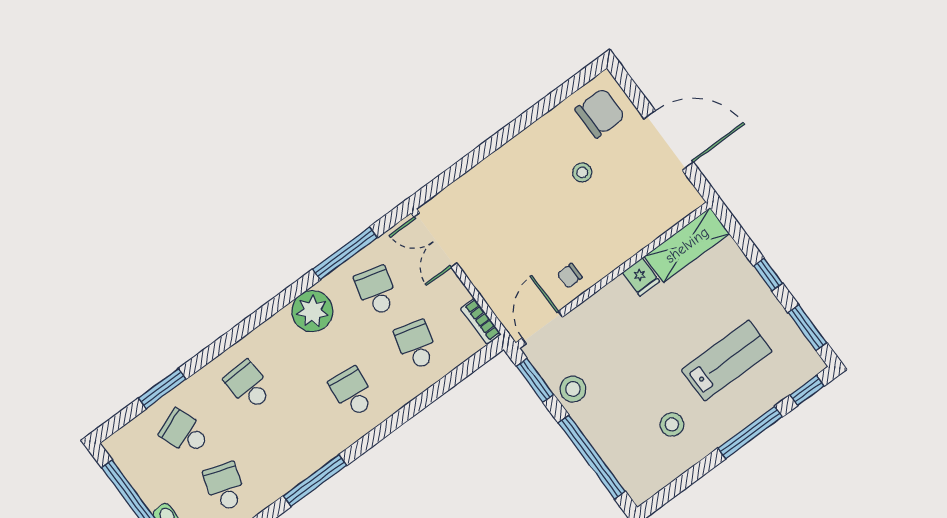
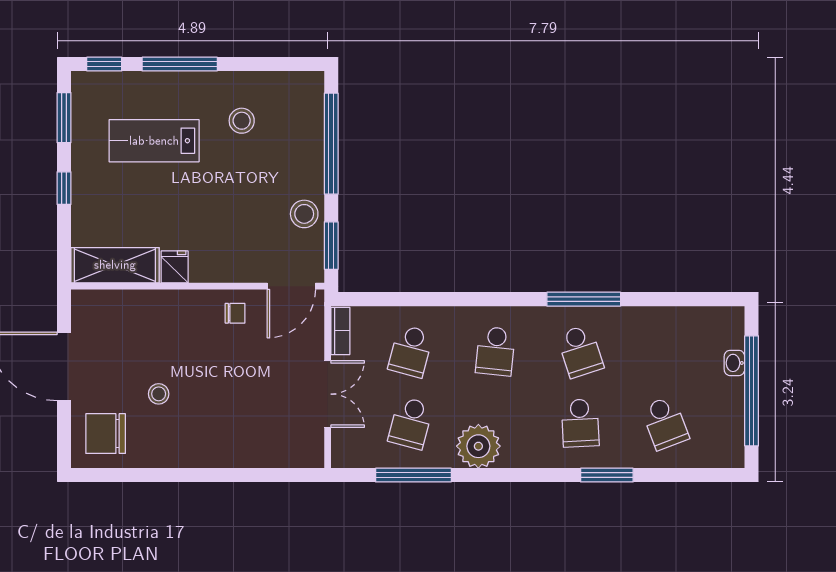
double door: (435, 240) -> (328, 394), moved
window: (162, 389) -> (607, 475), moved
school desk: (225, 487) -> (580, 351), moved, turned -36

